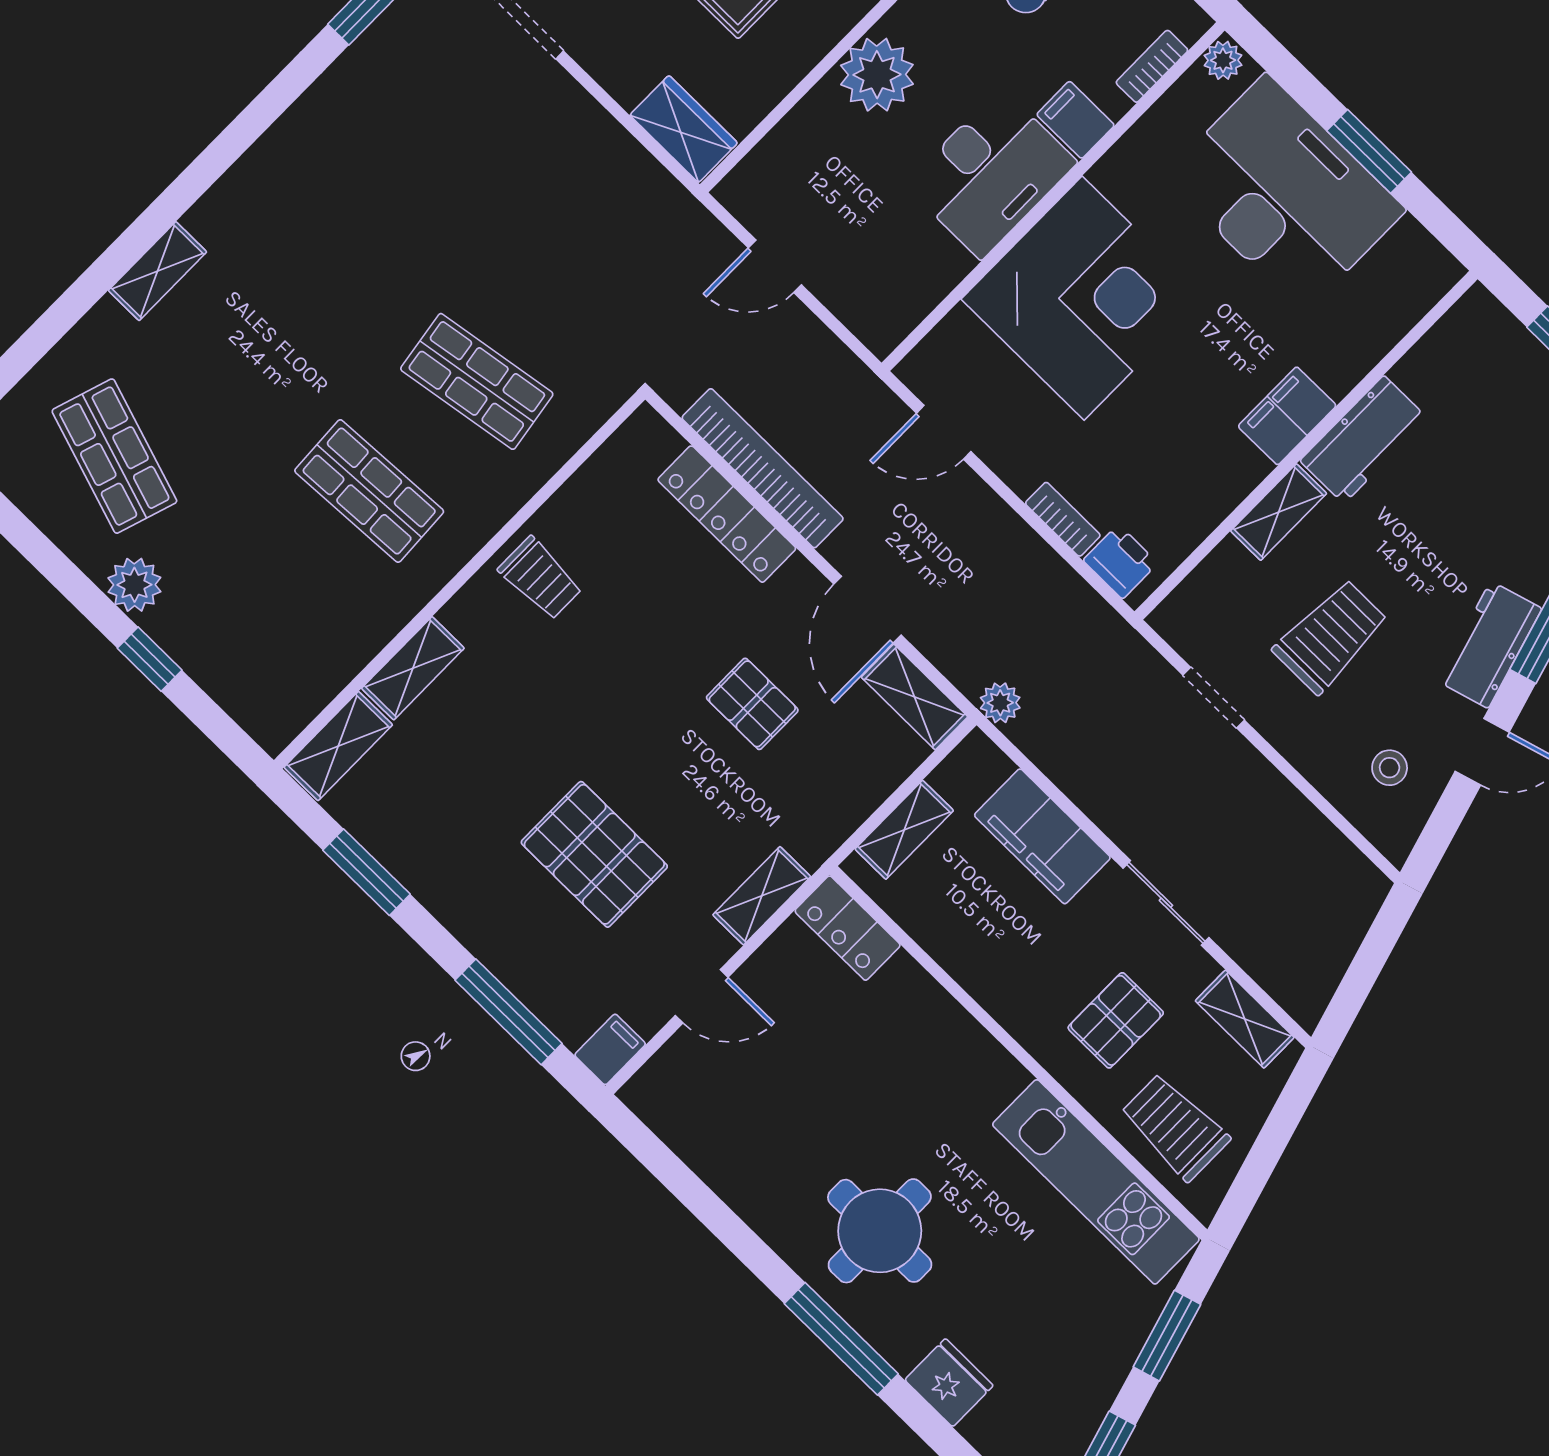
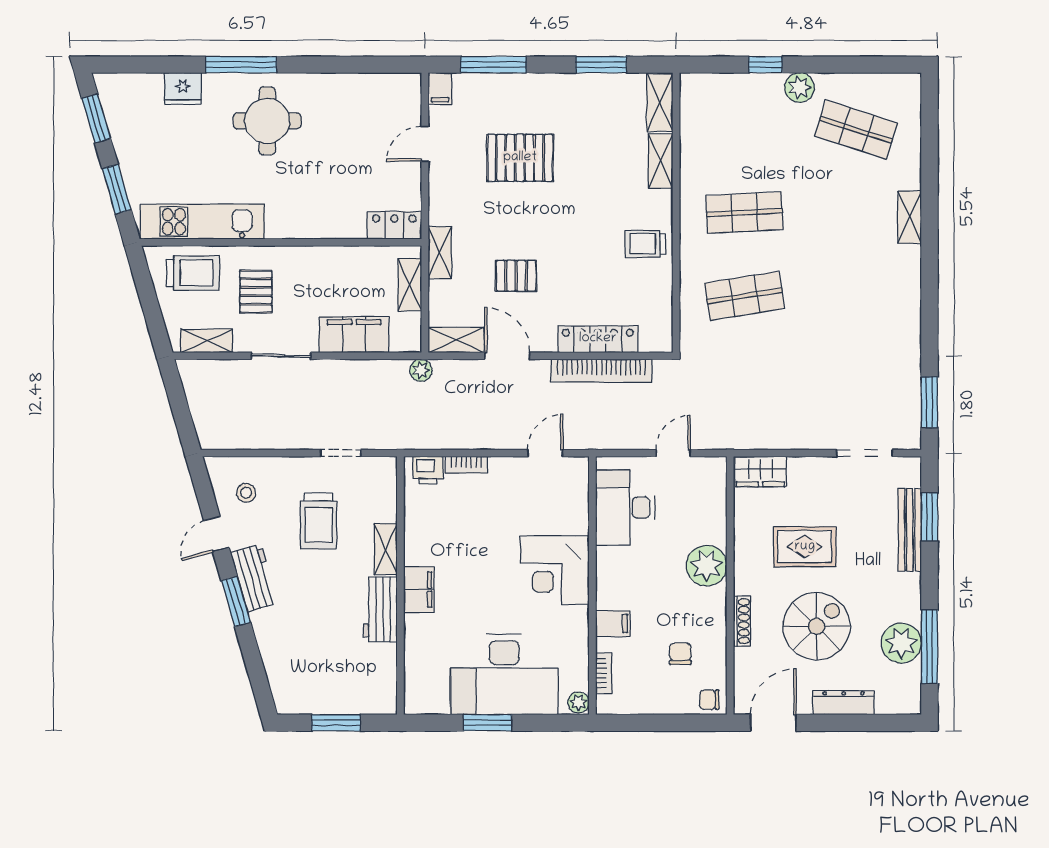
desk: (991, 173) -> (625, 508), moved
corner desk: (1083, 298) -> (555, 570), width x0.74, depth x0.74
shelving: (762, 896) -> (440, 253), moved

